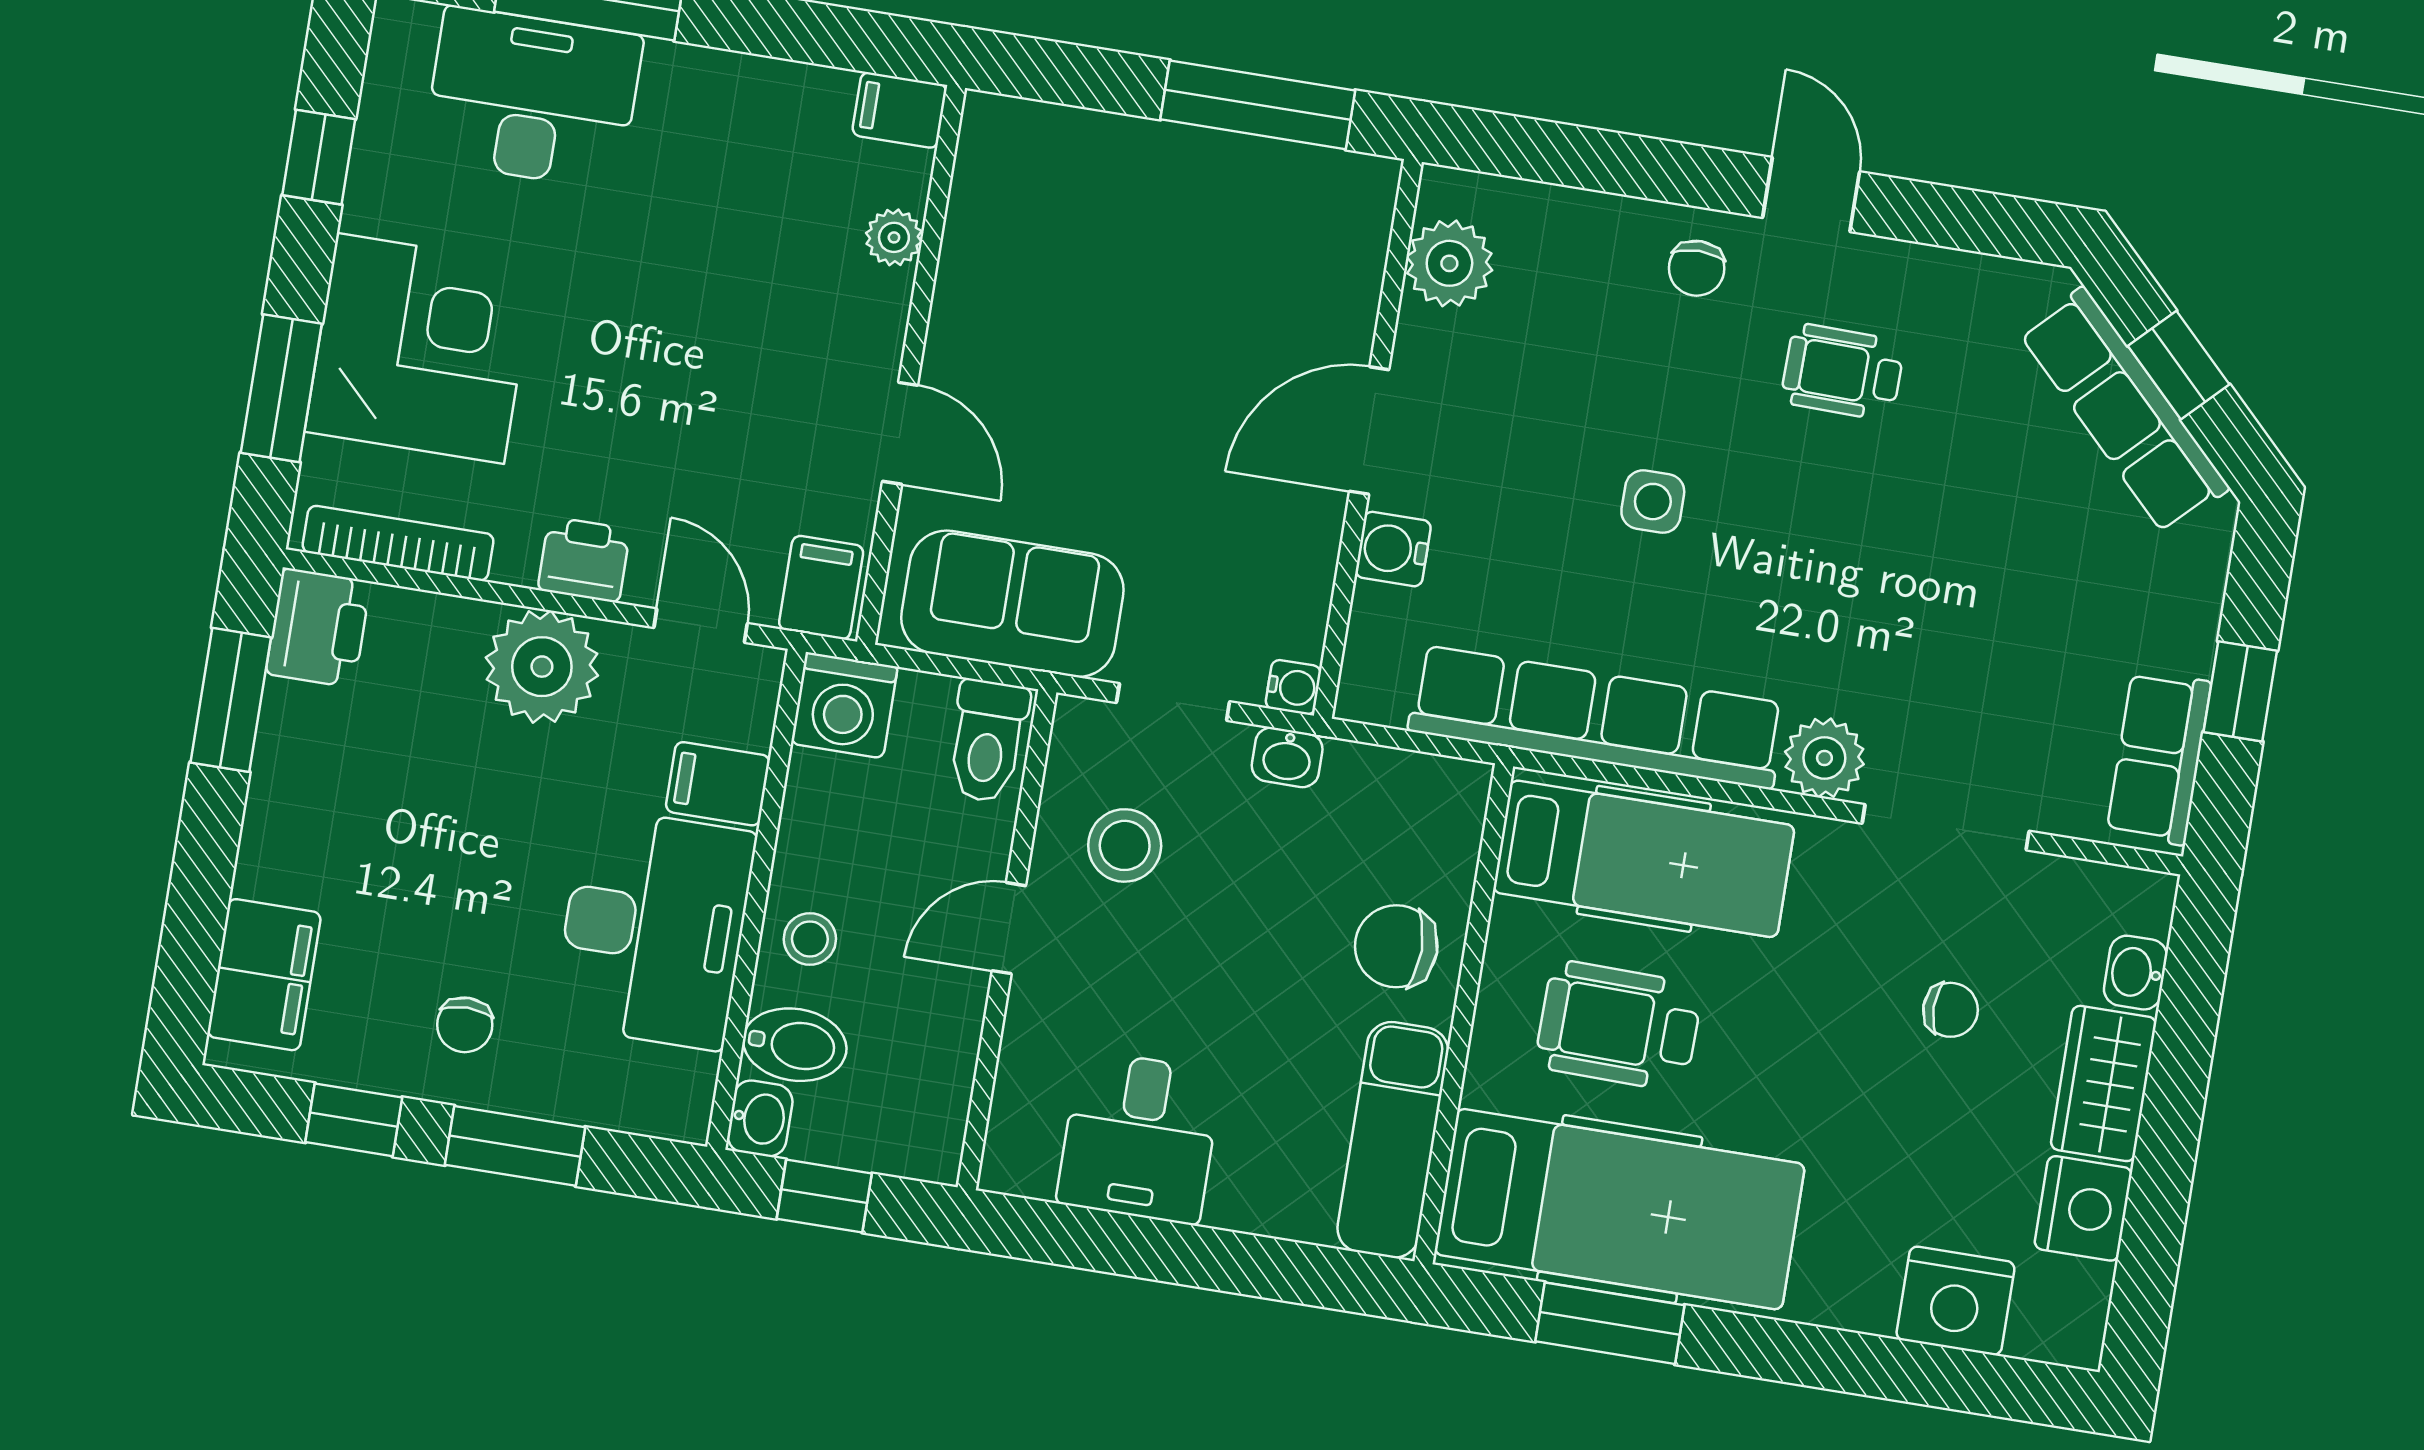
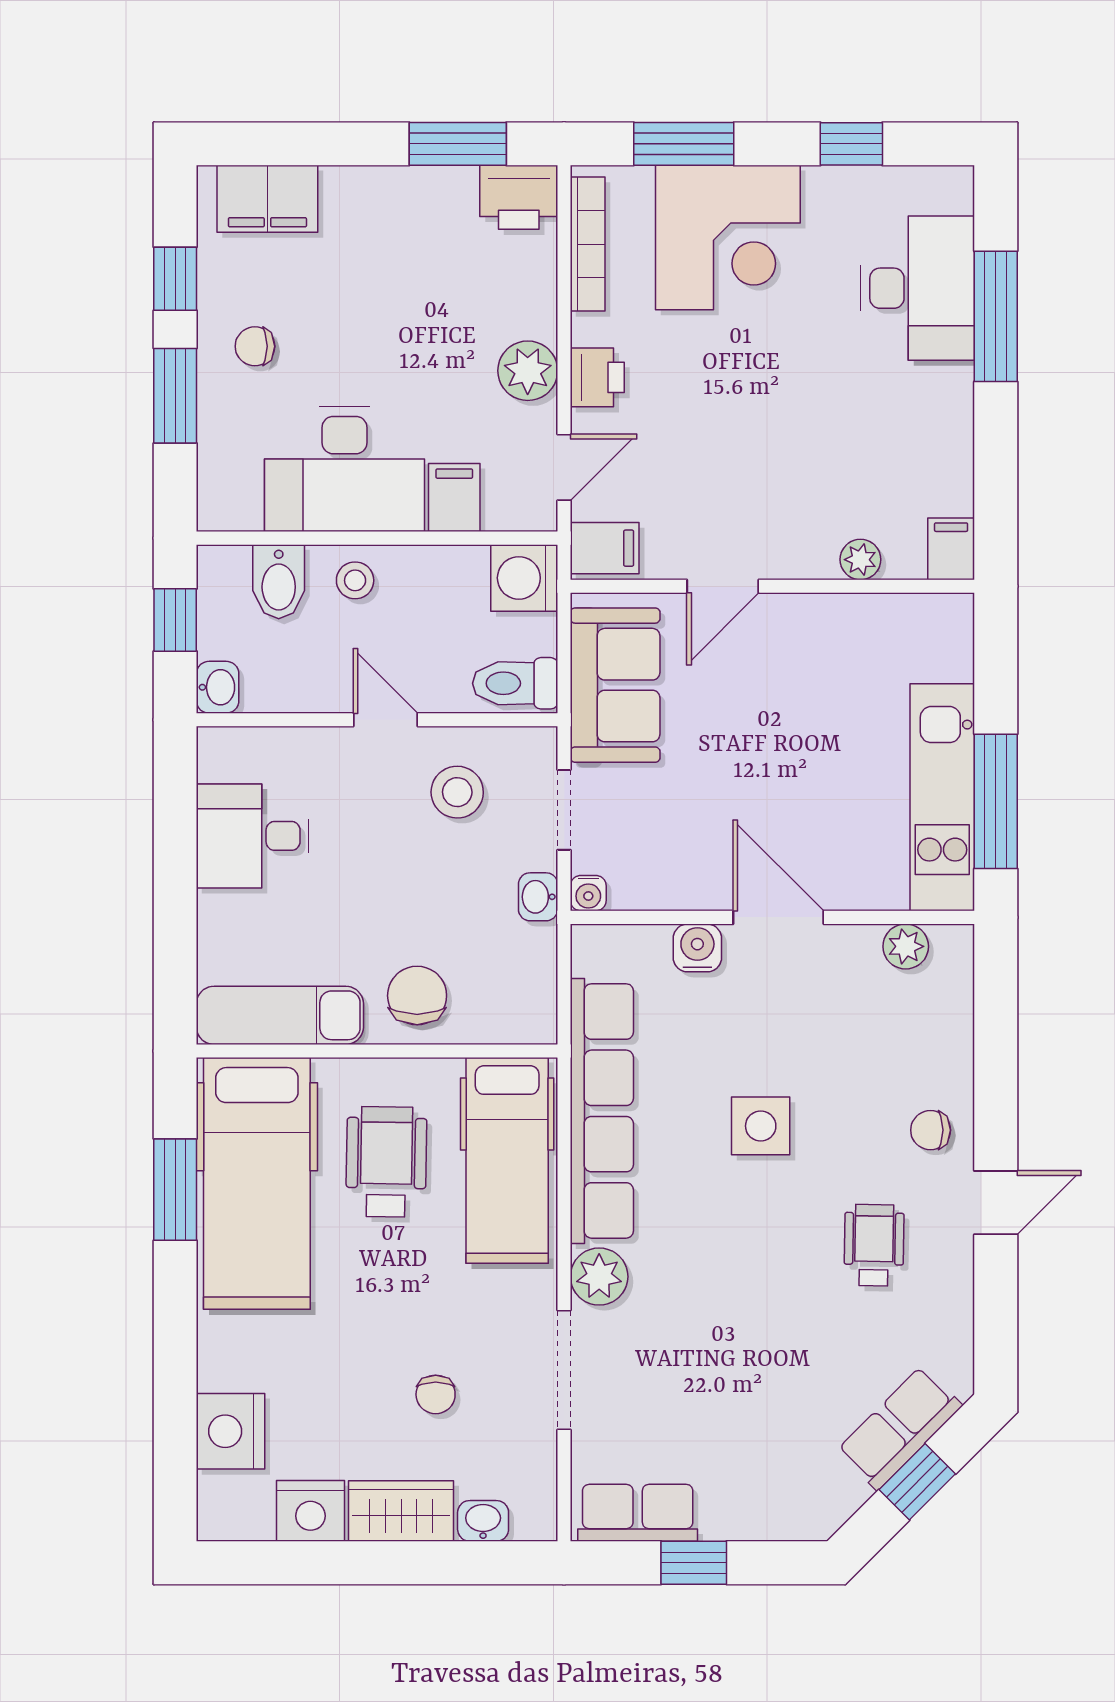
kitchen unit: (1240, 178) -> (942, 797), added
plant: (1449, 263) -> (906, 946), width x0.73, depth x0.73
row of seats: (2124, 410) -> (900, 1428), width x0.68
side table: (1653, 502) -> (761, 1126), width x1.37, depth x1.37
plant: (542, 667) -> (528, 371), width x0.73, depth x0.73
washbasin: (760, 1118) -> (218, 687), moved, turned -90

